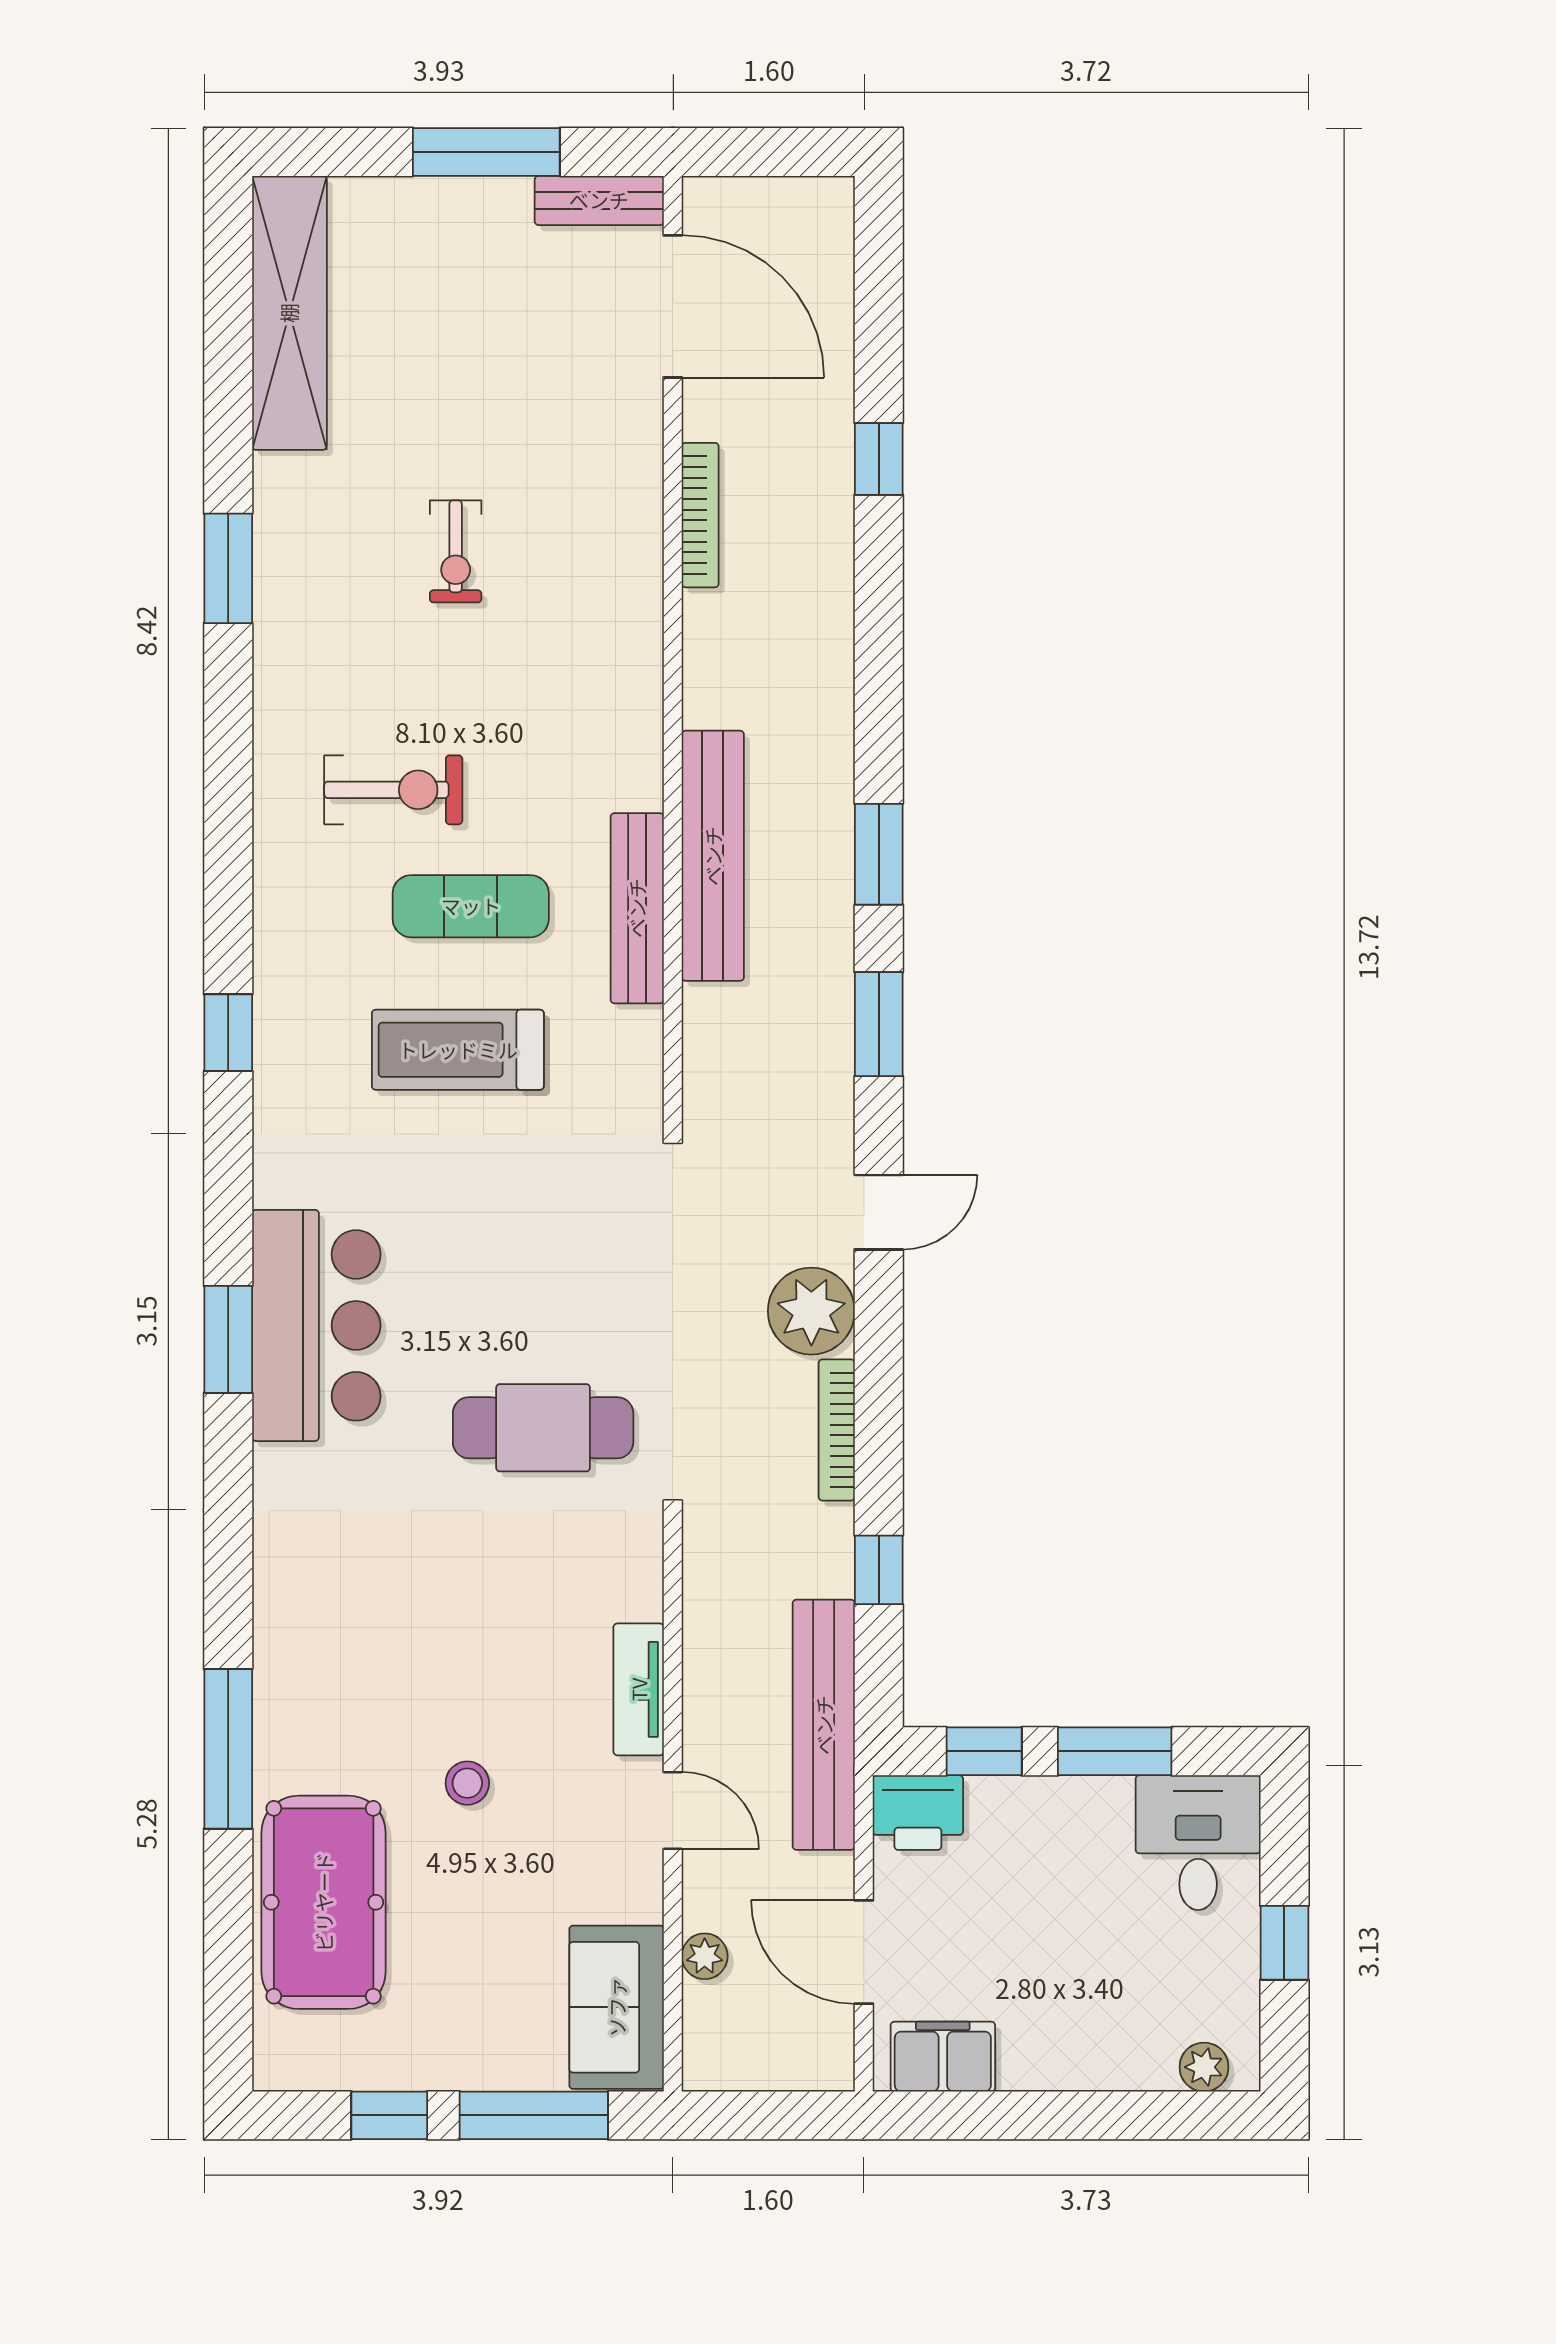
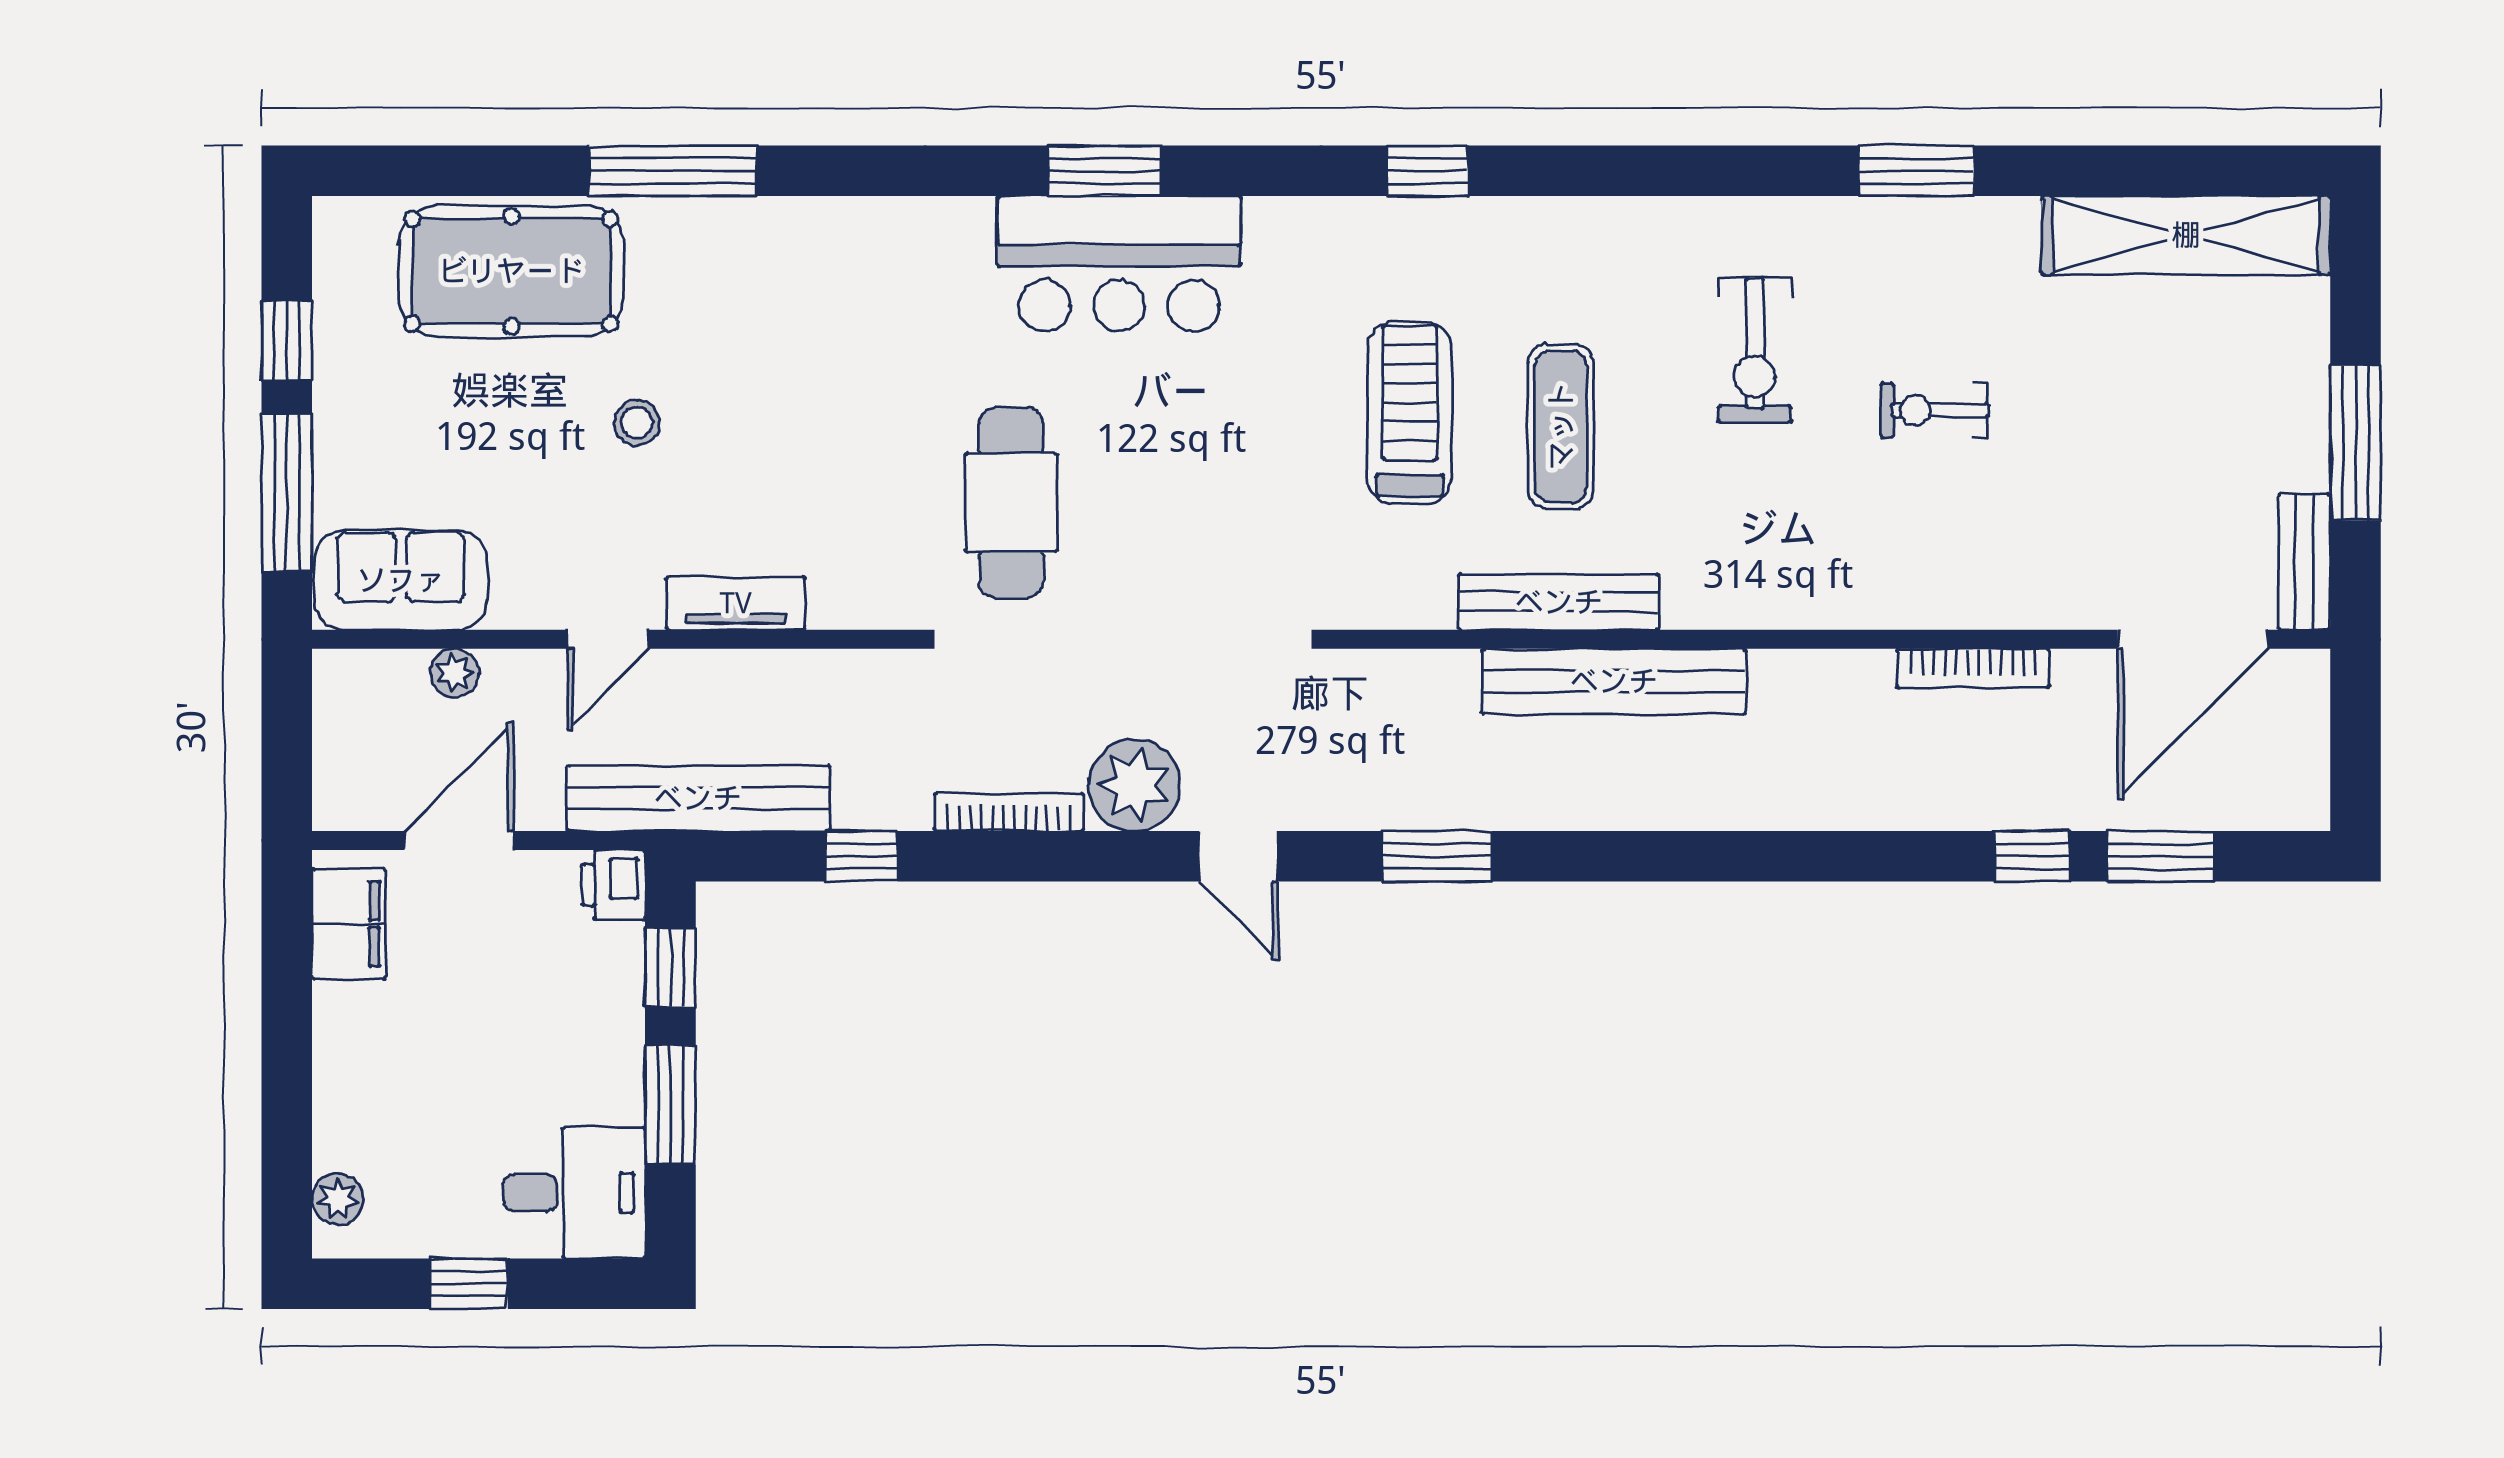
exercise bike: (393, 790) -> (1755, 350), moved
window: (879, 854) -> (2160, 856), moved
printer: (918, 1813) -> (613, 885), width x0.73, depth x0.81

